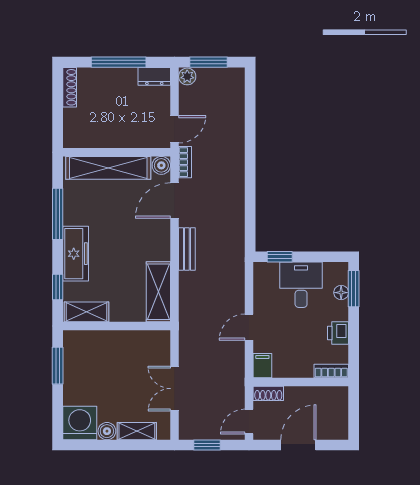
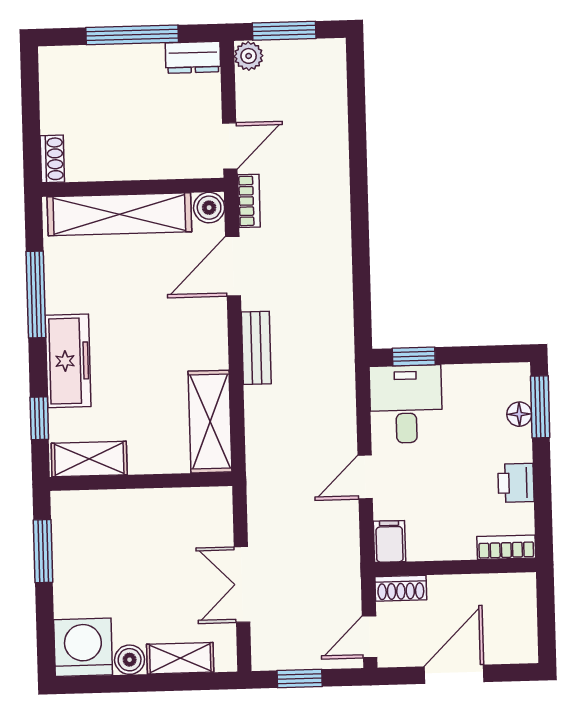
shoe rack: (70, 87) -> (52, 159), moved, width x0.70
desk: (301, 285) -> (406, 404), moved

